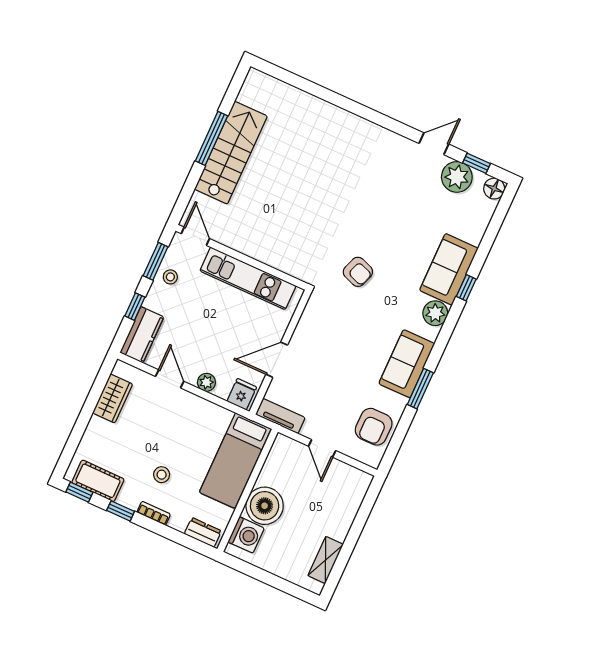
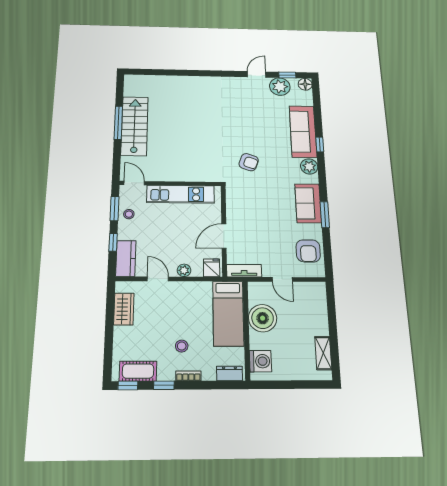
sofa: (449, 269) -> (303, 132), width x1.36
boiler: (265, 506) -> (263, 318), moved

